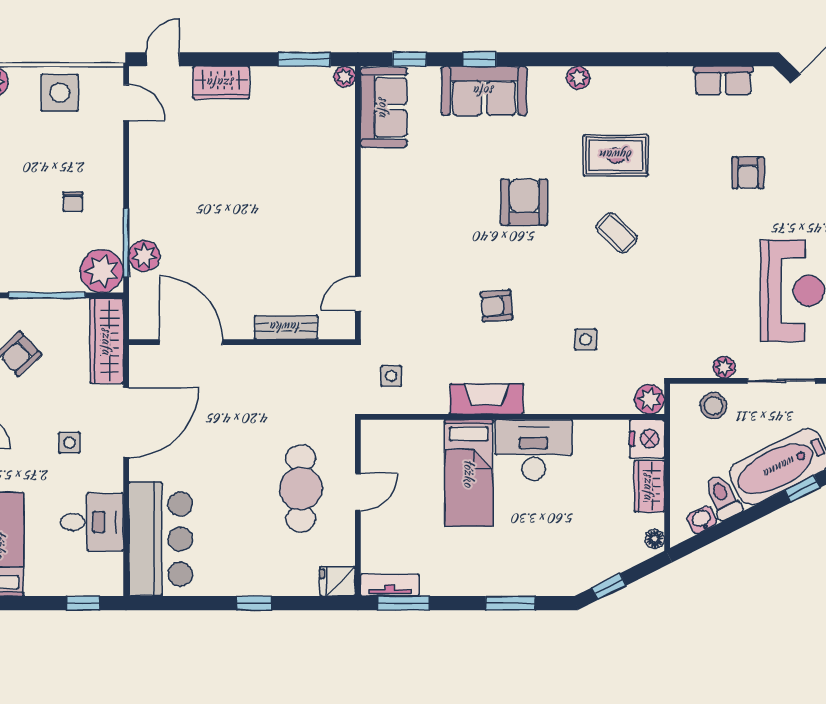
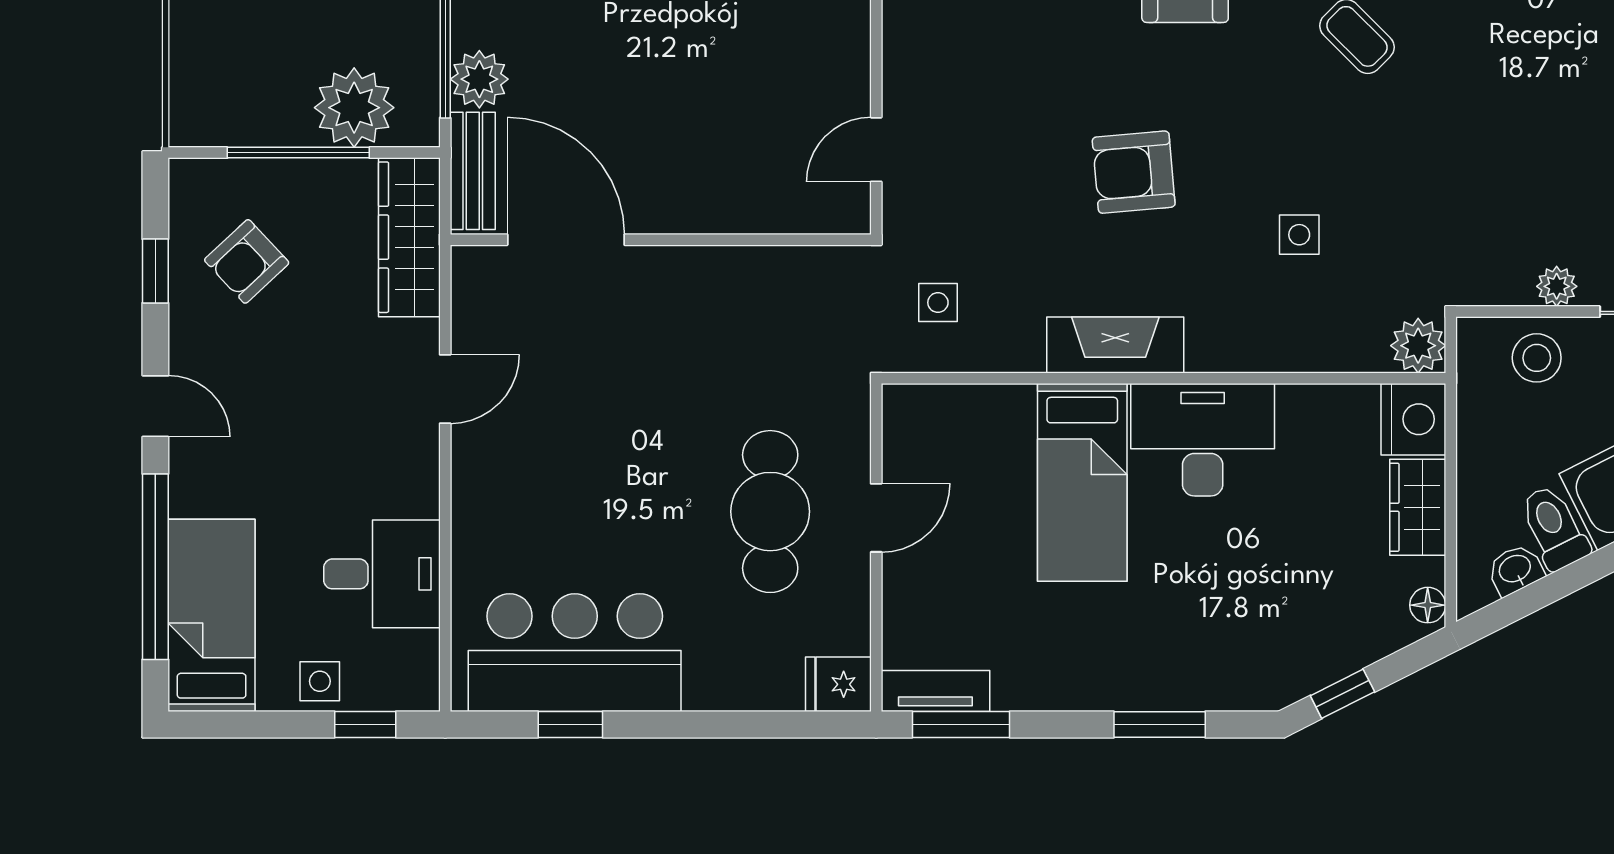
plant: (102, 271) -> (354, 108), moved
armchair: (496, 306) -> (1134, 172), width x1.38, depth x1.38
bench: (286, 327) -> (473, 171), moved, turned 90
door: (126, 423) -> (445, 389), width x0.53
side table: (69, 443) -> (320, 681), moved
bar counter: (161, 539) -> (575, 653), moved, turned -90
window: (254, 603) -> (570, 725), moved

